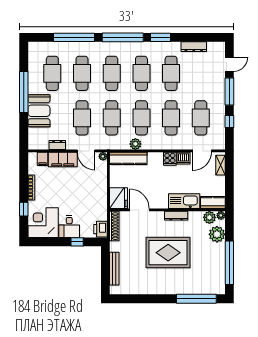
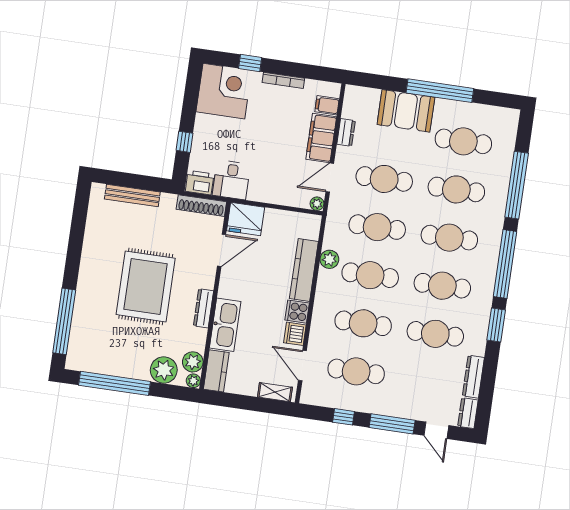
dresser: (216, 47) -> (468, 413), added
kitchen counter: (128, 158) -> (304, 270), moved
desk: (69, 227) -> (231, 180), moved, turned -90

